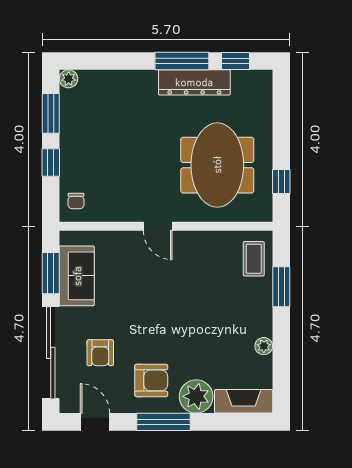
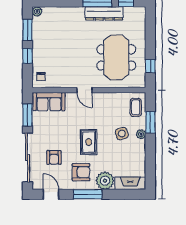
sofa: (77, 276) -> (49, 102), moved, turned 90
side table: (228, 308) -> (122, 134), added
rug: (165, 324) -> (89, 142), added
plant: (264, 346) -> (141, 134), moved

